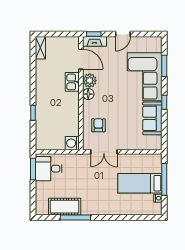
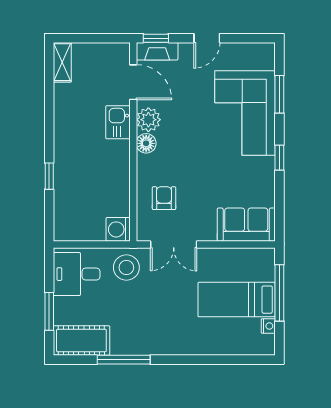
sofa: (152, 118) -> (246, 225), moved, turned 90
stool: (77, 165) -> (126, 268), added
window: (33, 169) -> (49, 311), moved
cot: (65, 207) -> (81, 341), moved

